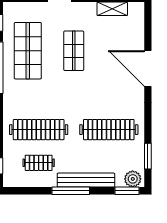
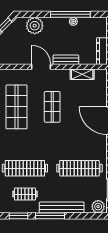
window: (127, 191) -> (19, 216), moved

